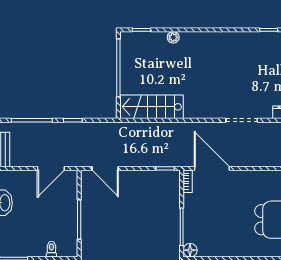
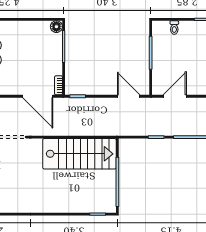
plant: (173, 37) -> (71, 208), removed
stairs: (151, 107) -> (79, 154), width x1.36, depth x1.51

